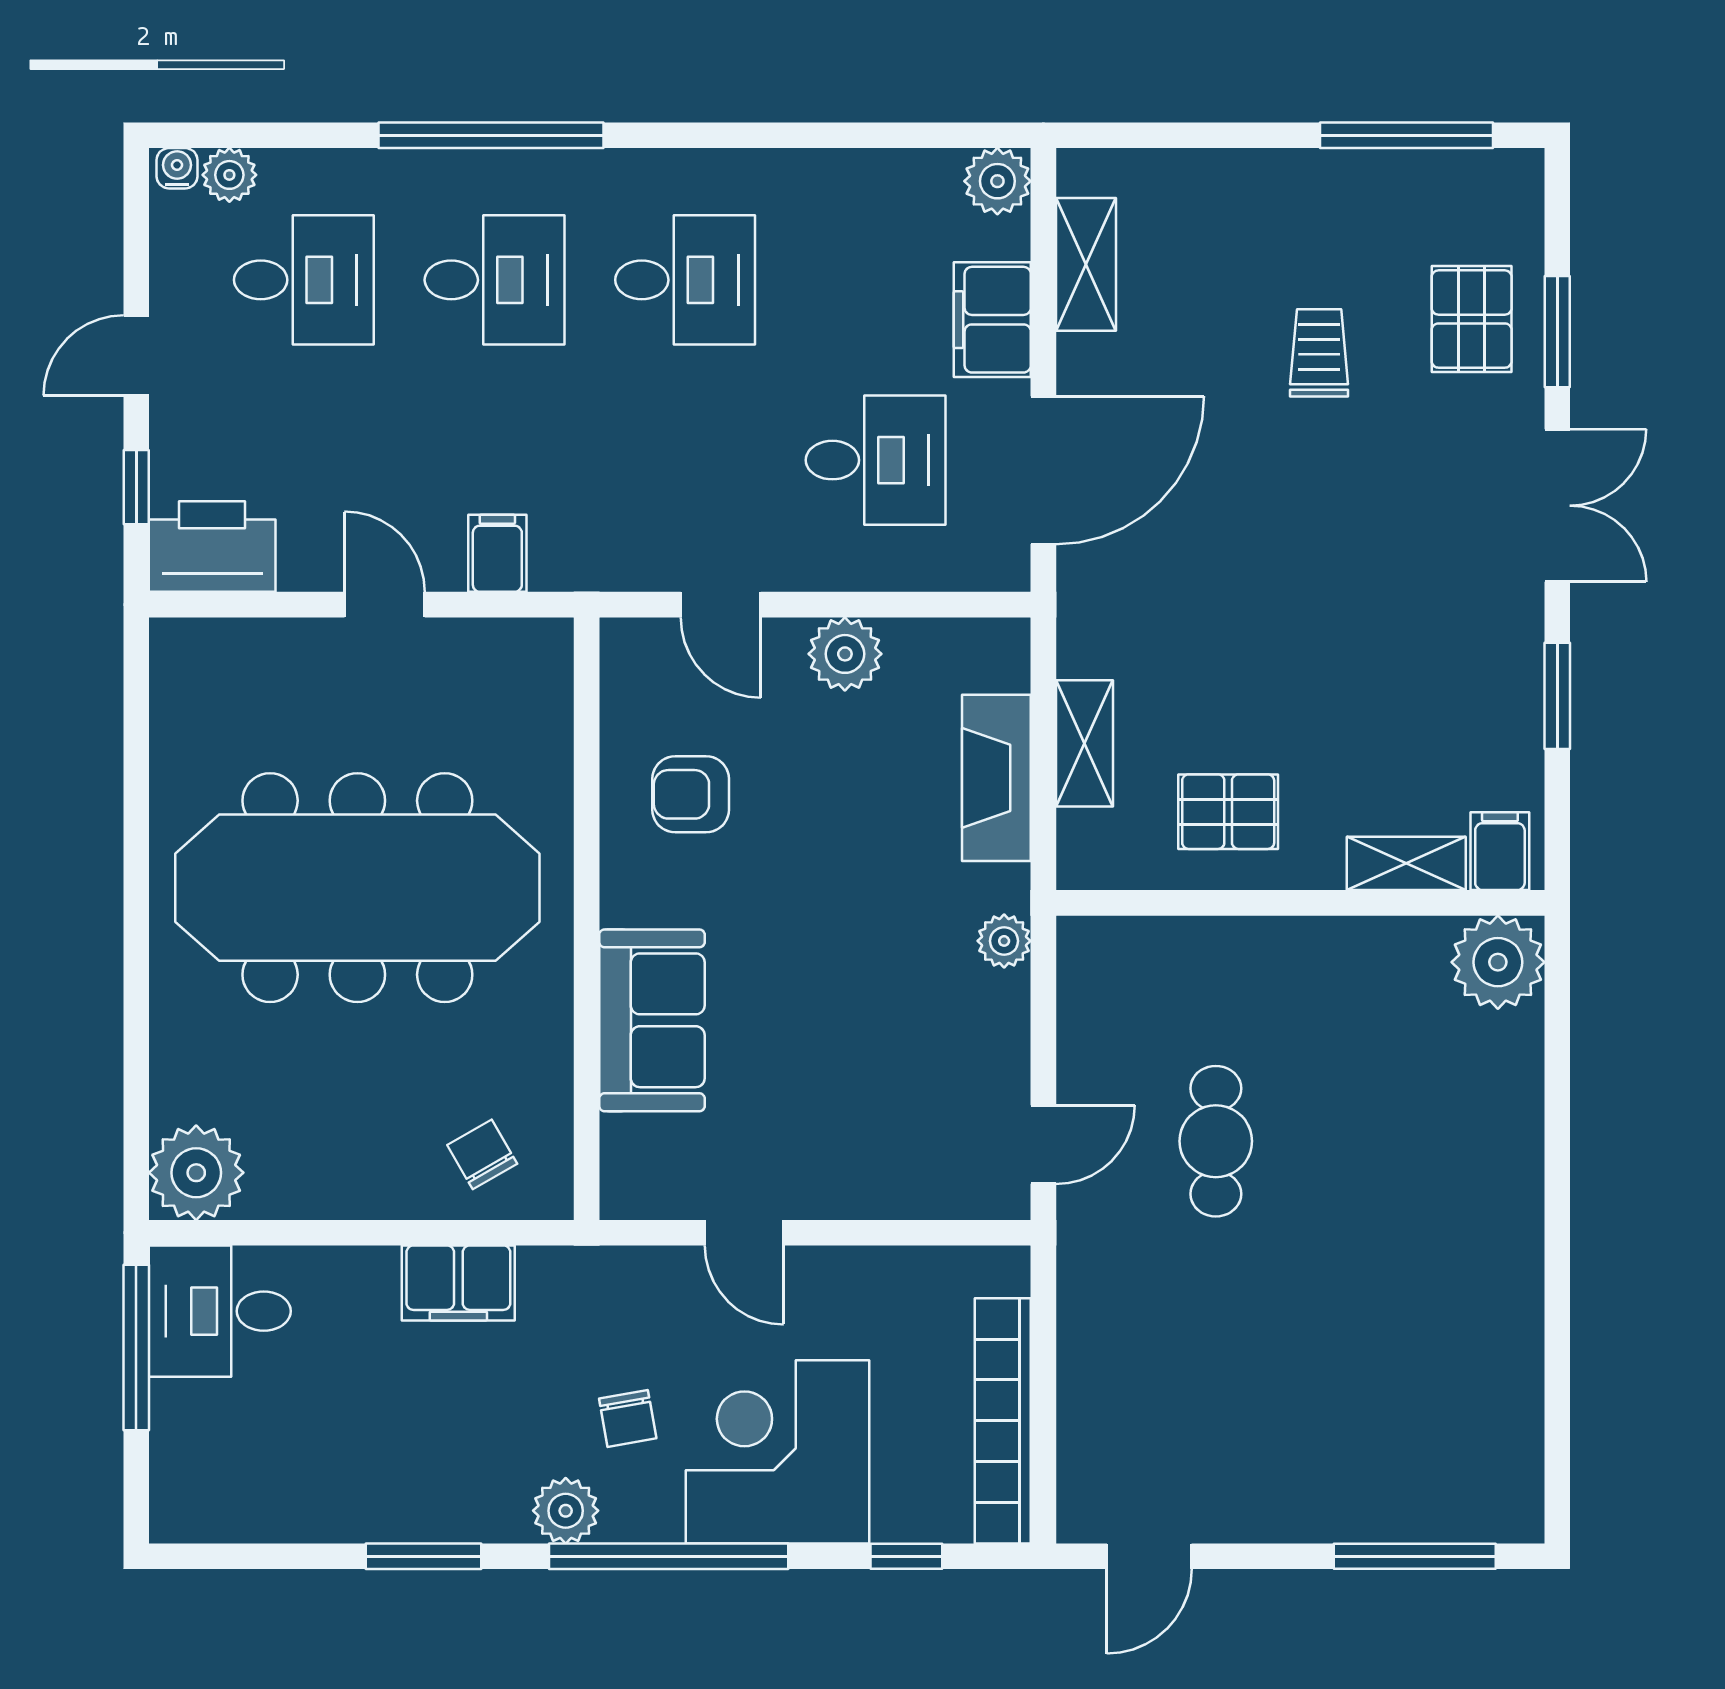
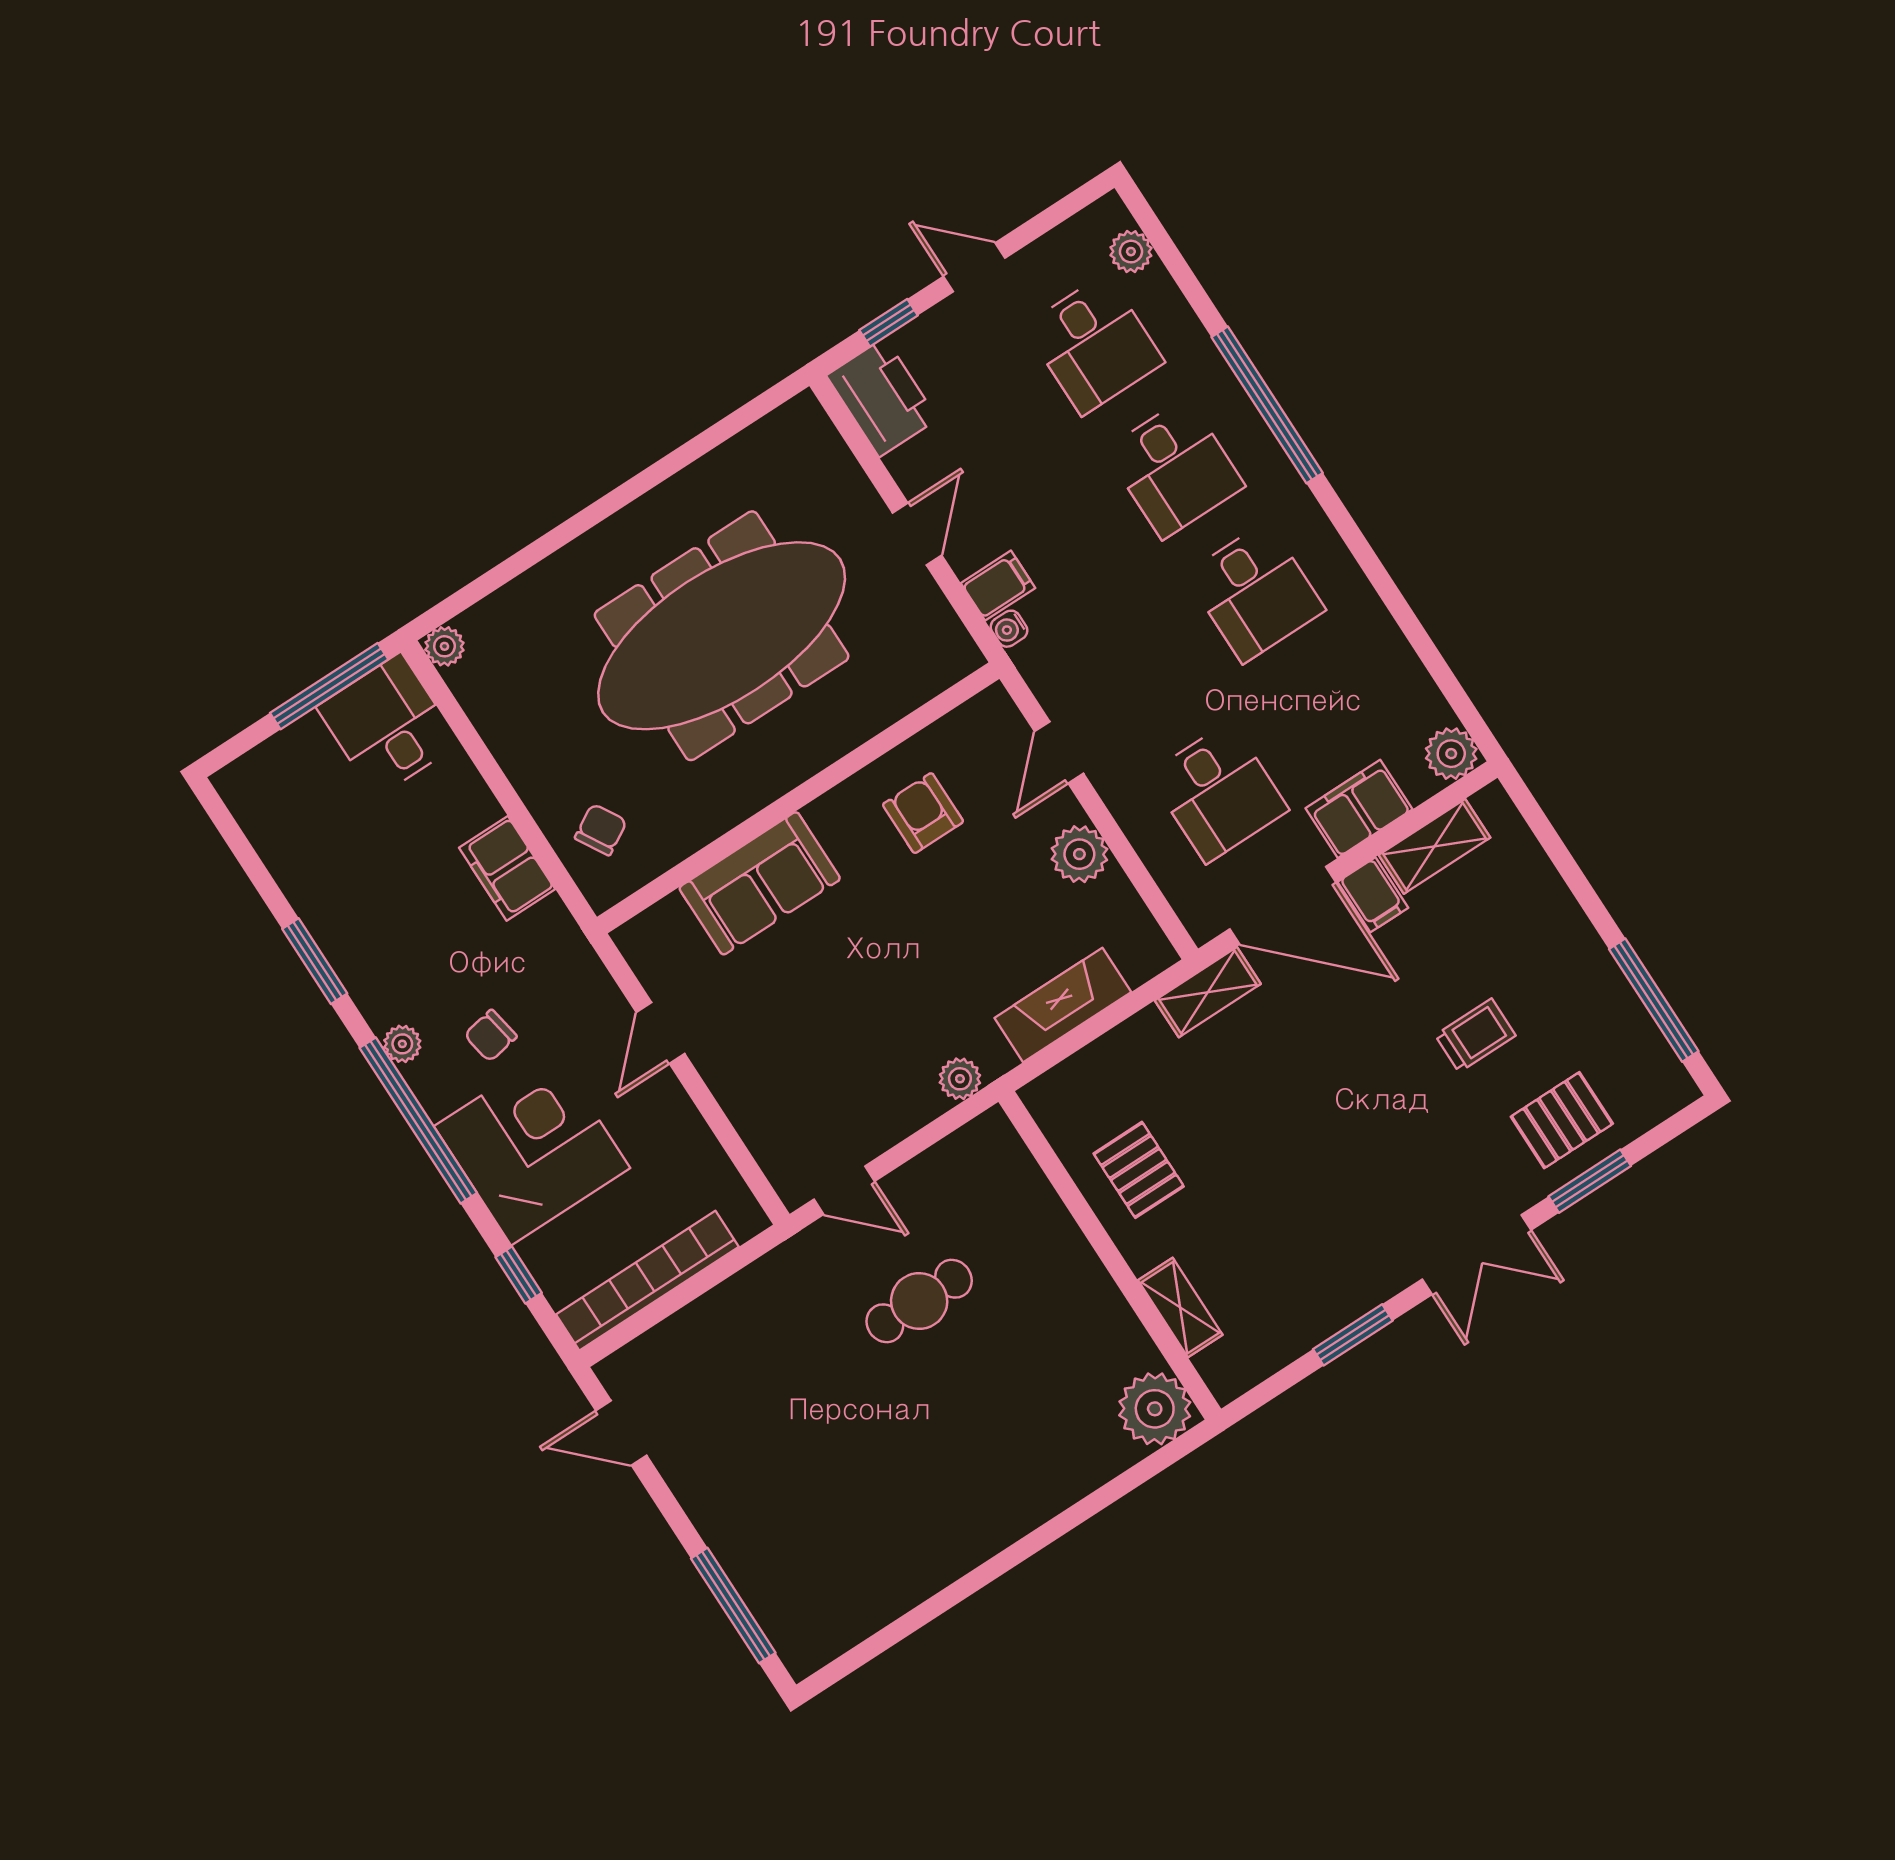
water cooler: (177, 168) -> (1009, 629), moved, turned 180
shelving: (1084, 743) -> (1208, 992), moved
filing cabinet: (1500, 851) -> (1373, 895), moved, turned 90
meeting table: (357, 888) -> (722, 636), turned 90
plant: (196, 1173) -> (444, 646), width x0.53, depth x0.53
plant: (566, 1511) -> (402, 1044), width x0.73, depth x0.73

